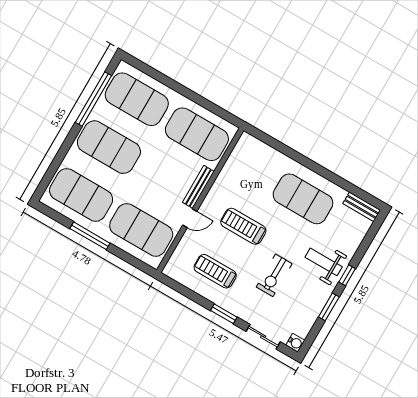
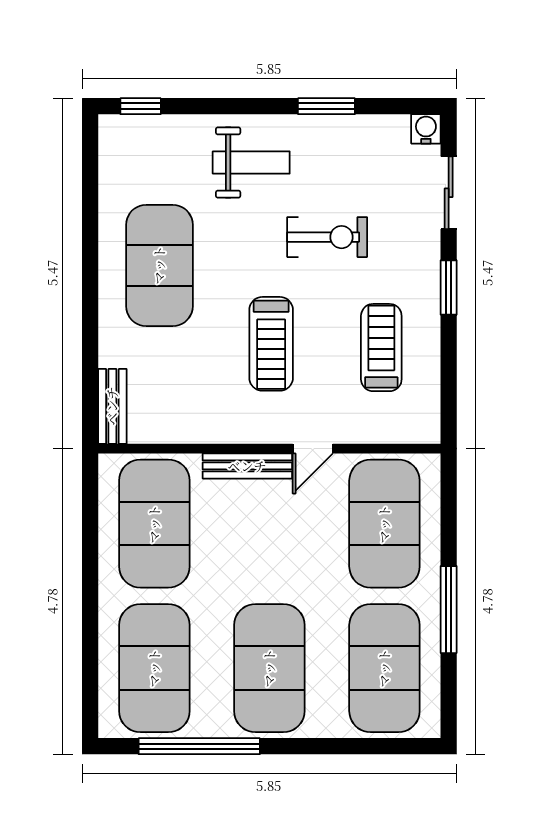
bench: (362, 207) -> (112, 406), moved
door: (190, 218) -> (313, 449), swing flipped
weight bench: (324, 262) -> (251, 163), turned -90
treadmill: (215, 271) -> (381, 348), turned 180
window: (347, 275) -> (141, 106), moved

